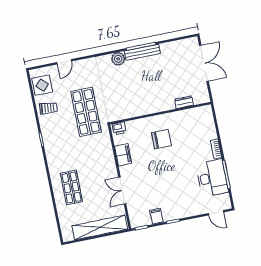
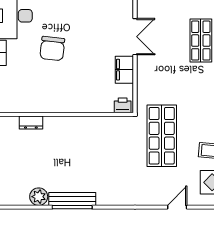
plant: (118, 59) -> (39, 197), moved
chair: (161, 139) -> (52, 49), moved, turned -84
double door: (122, 191) -> (135, 37), moved

